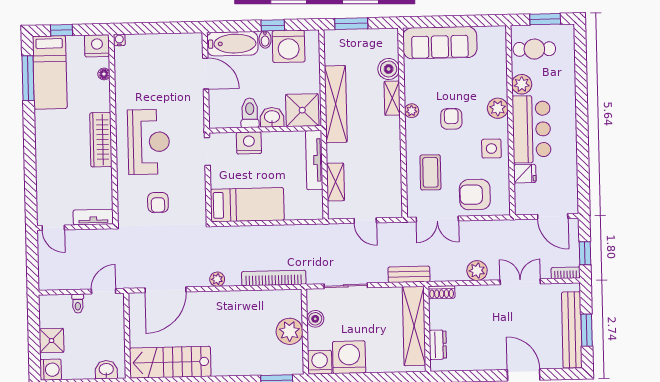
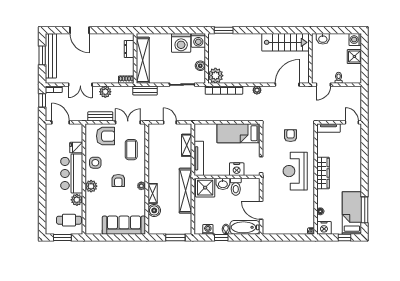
washing machine: (289, 46) -> (208, 229), width x0.53, depth x0.53
bench: (485, 228) -> (100, 116), added
plant: (289, 331) -> (215, 76), moved

